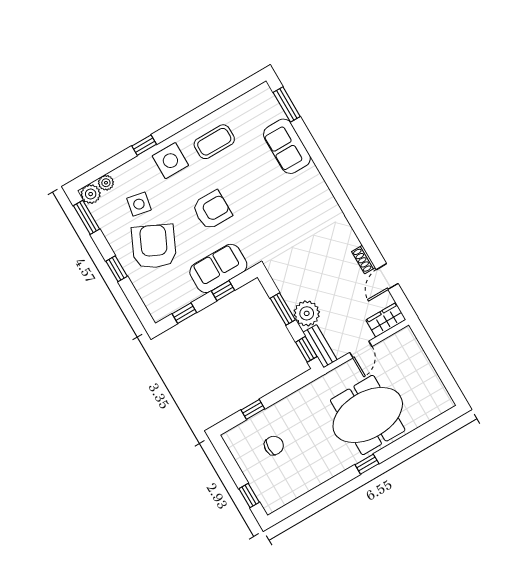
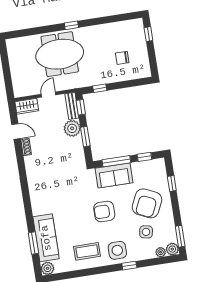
plant: (262, 94) -> (47, 268), added
window: (287, 104) -> (33, 243), moved
sofa: (287, 146) -> (46, 238), width x1.36
window: (117, 269) -> (172, 184), moved
door: (387, 277) -> (16, 131), hinge flipped
window: (223, 291) -> (116, 161), width x2.17
window: (253, 409) -> (100, 88), moved

